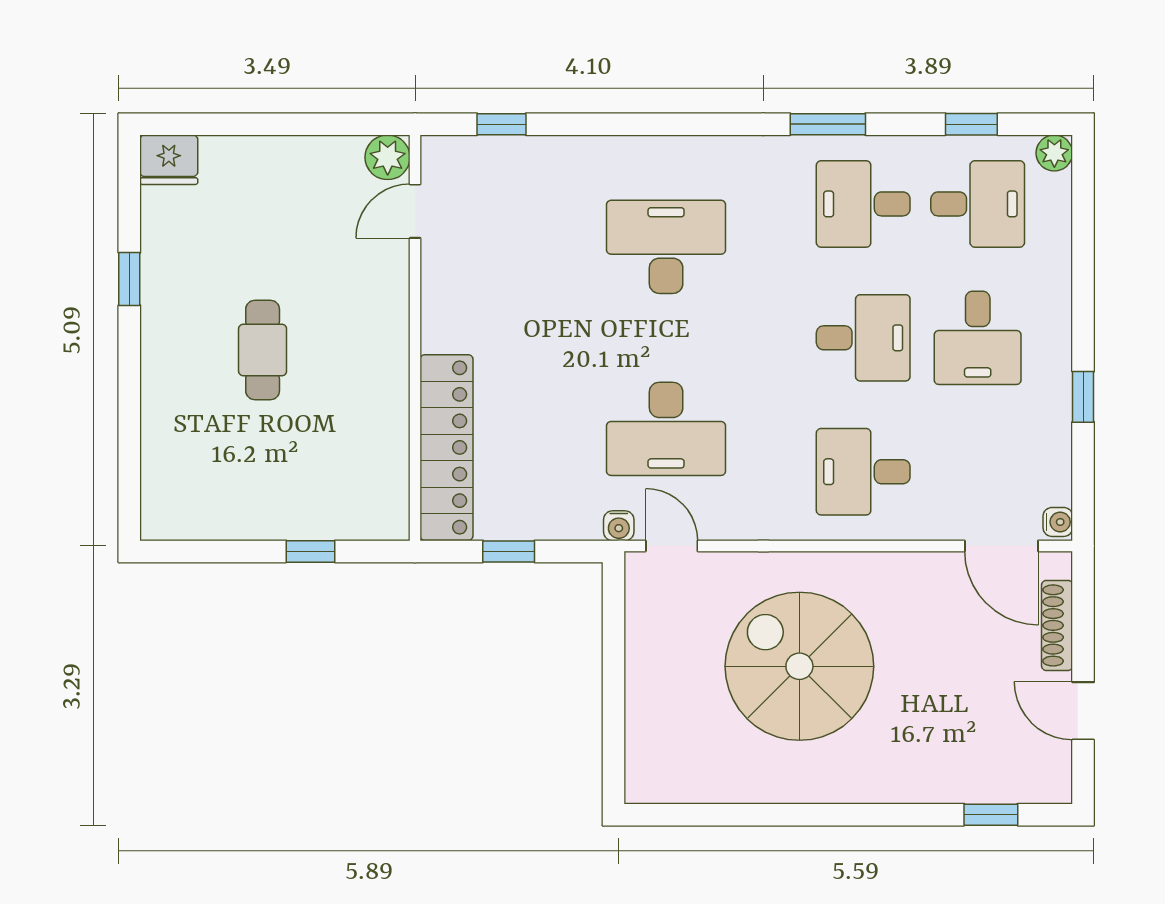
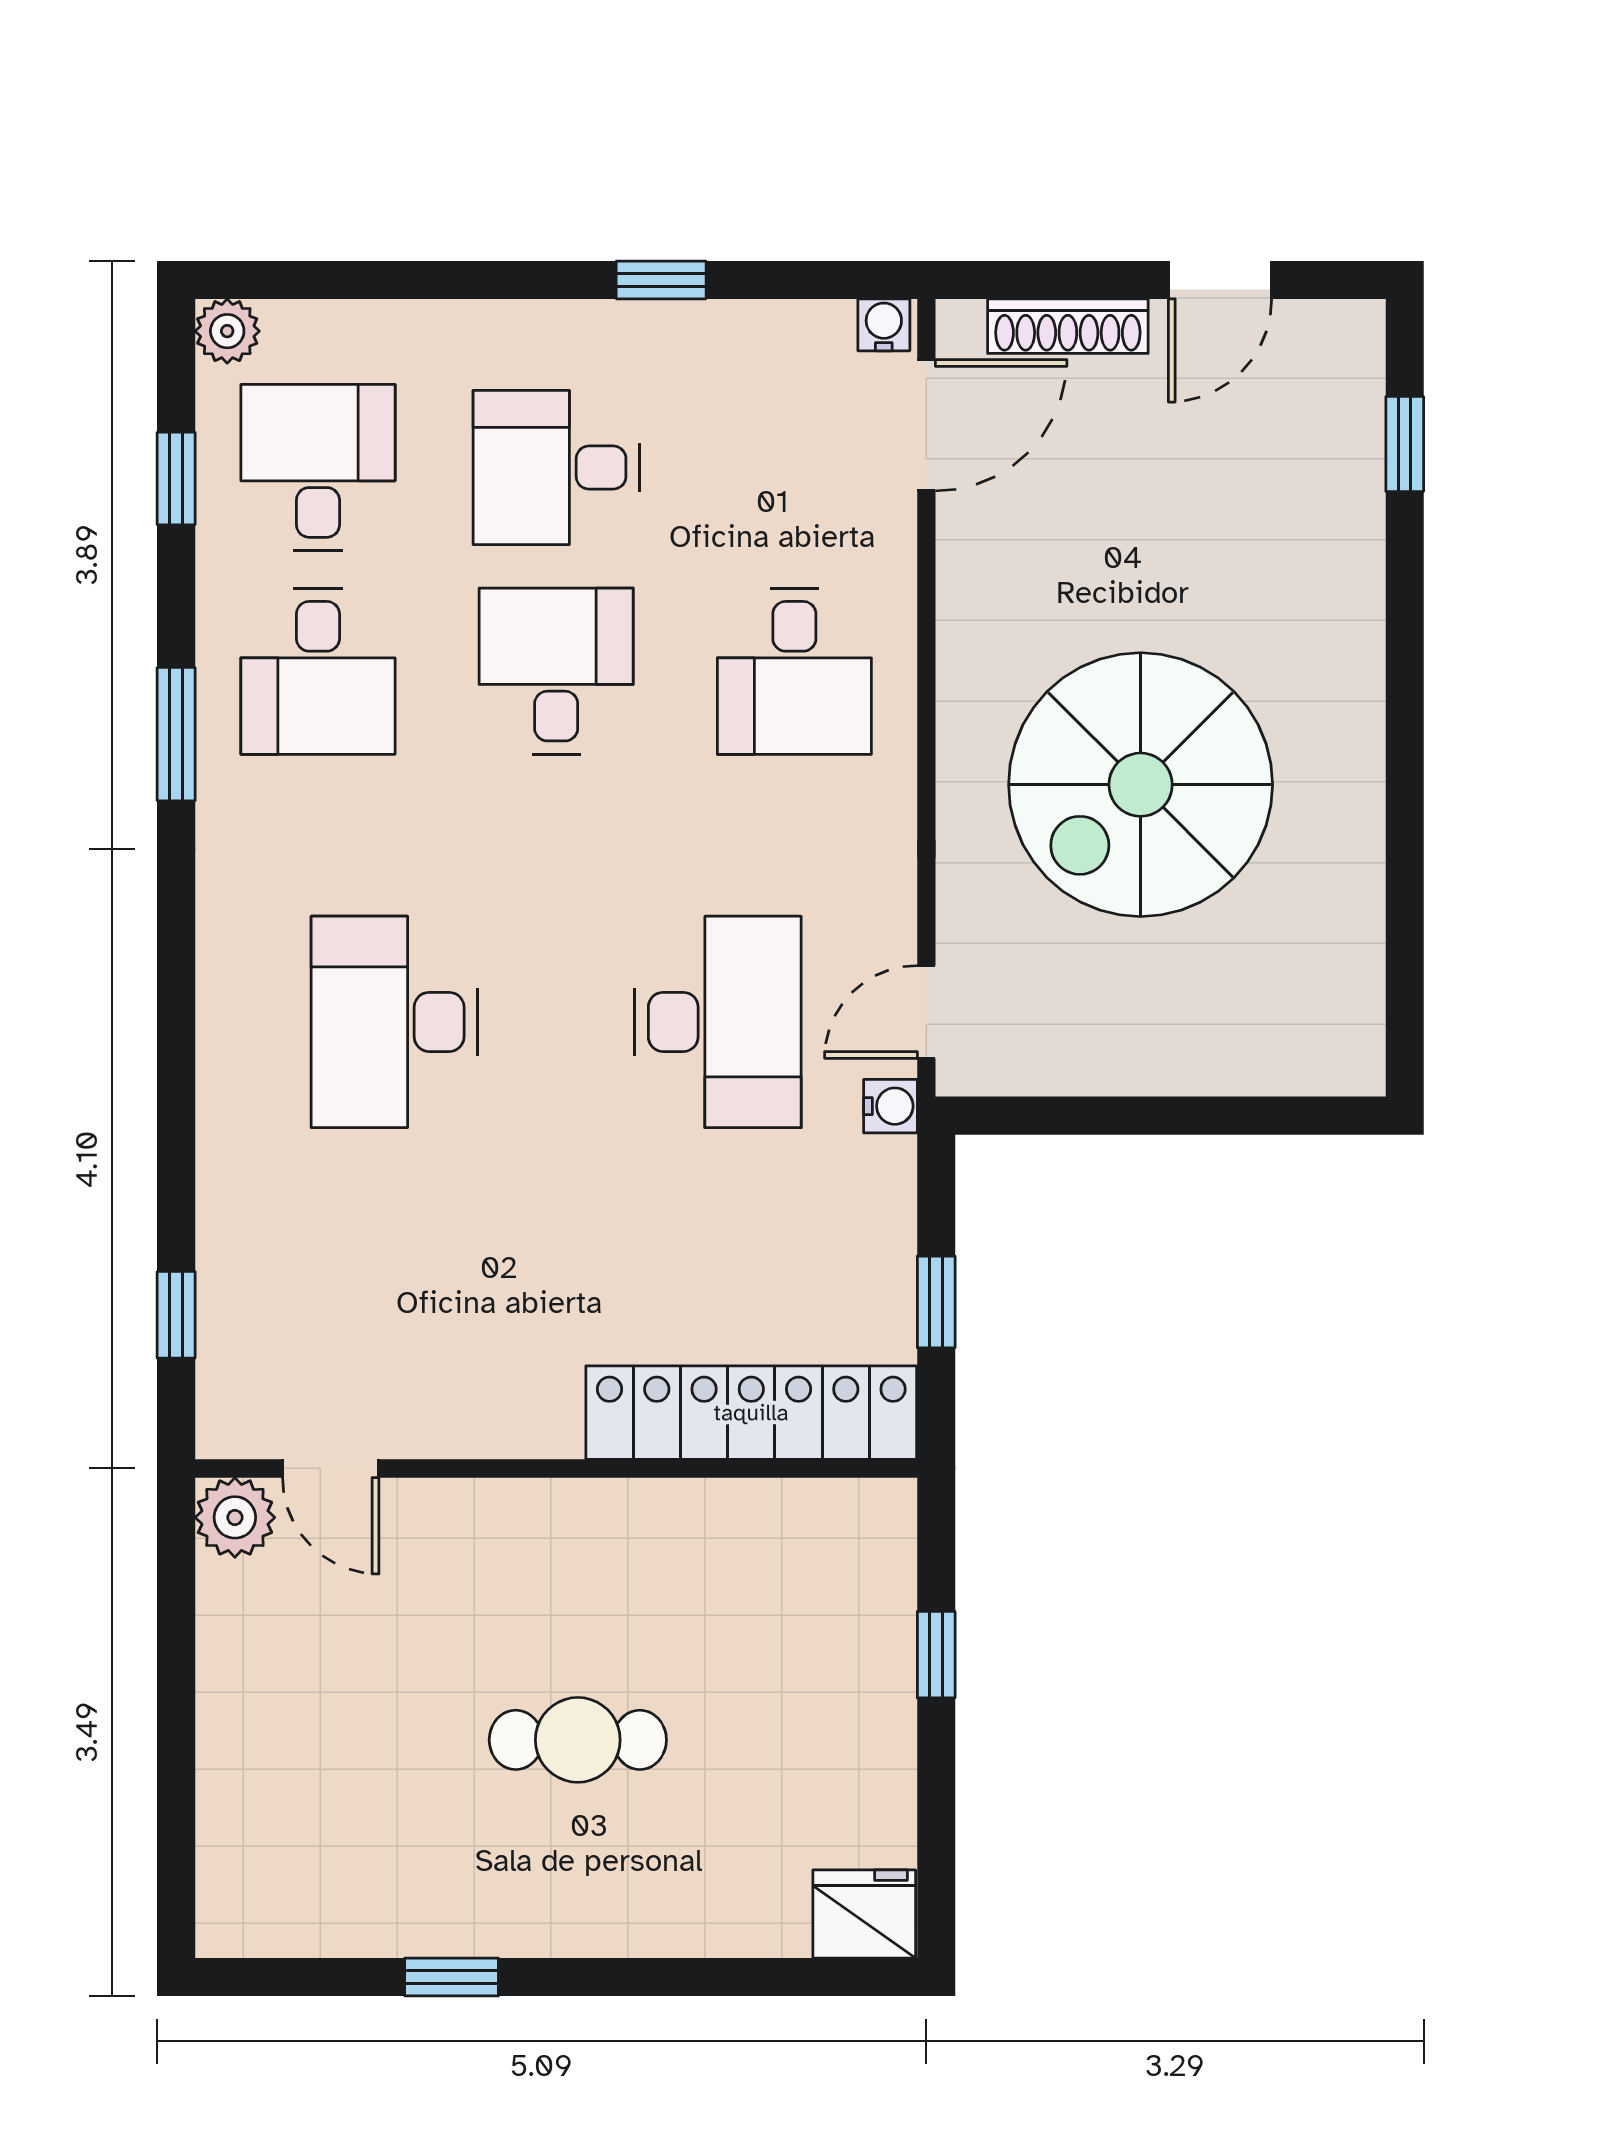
fridge: (169, 160) -> (864, 1914), moved, turned -90
desk: (978, 338) -> (556, 468), turned 180

